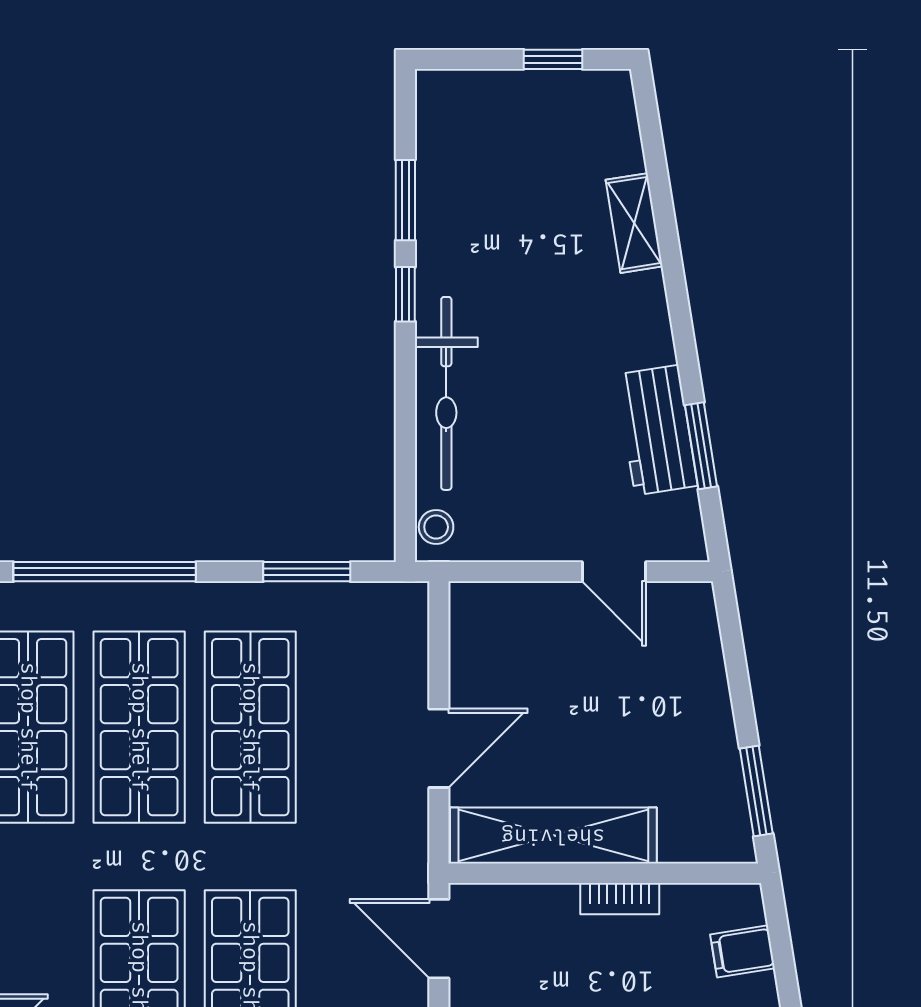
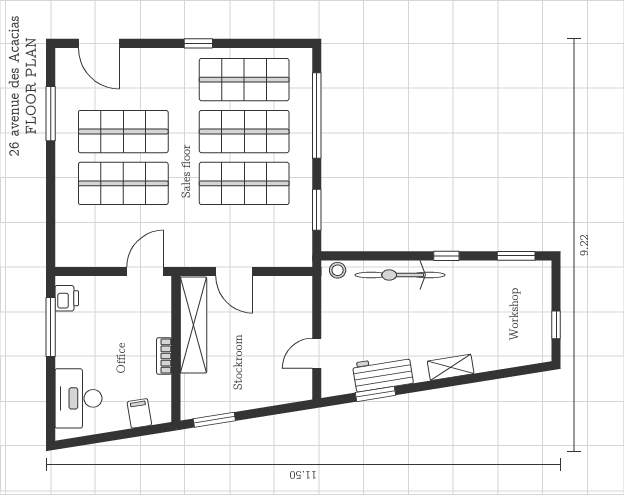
window: (405, 200) -> (516, 256), moved
shelving: (634, 223) -> (451, 367), moved

